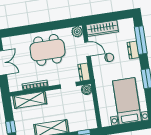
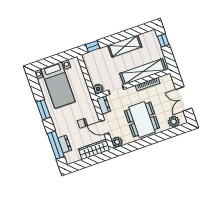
plant: (15, 42) -> (174, 122), added
dining table: (48, 50) -> (142, 119), turned 90
dresser: (133, 50) -> (65, 144), moved
shelving: (30, 100) -> (143, 72), width x1.47

